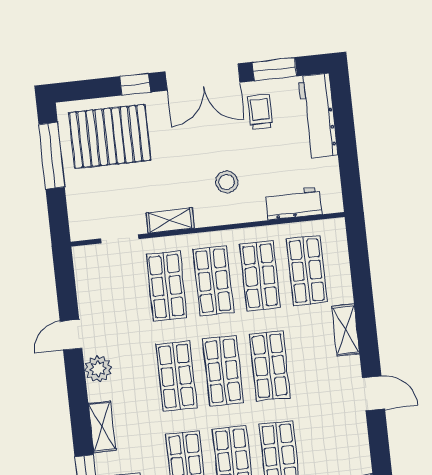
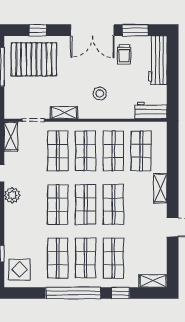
window: (135, 84) -> (38, 30), moved
trolley: (260, 112) -> (124, 54), turned 180
workbench: (293, 204) -> (151, 110), moved
shelving: (102, 427) -> (11, 136), moved

